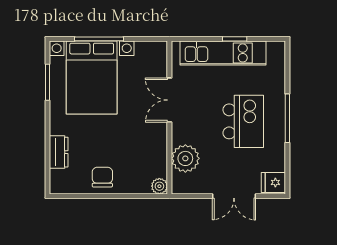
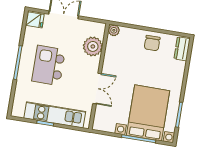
dresser: (59, 152) -> (182, 49), moved

